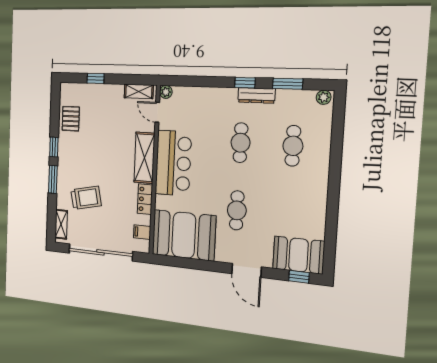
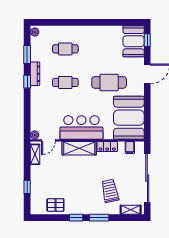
cafe table: (237, 210) -> (109, 82), width x1.37, depth x1.35

